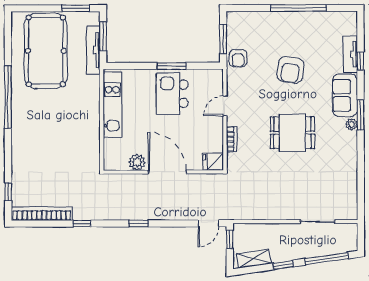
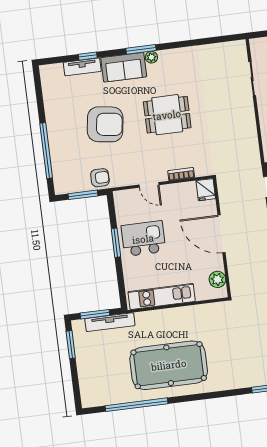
window: (298, 8) -> (46, 151), moved
pool table: (46, 51) -> (169, 365), moved
armchair: (290, 70) -> (105, 124), width x1.36, depth x1.36
kitchen island: (172, 94) -> (143, 239), turned 180
window: (8, 97) -> (136, 405), moved
dining table: (292, 133) -> (167, 115), turned 90
plant: (137, 162) -> (217, 279), moved
door: (167, 172) -> (222, 234), hinge flipped

